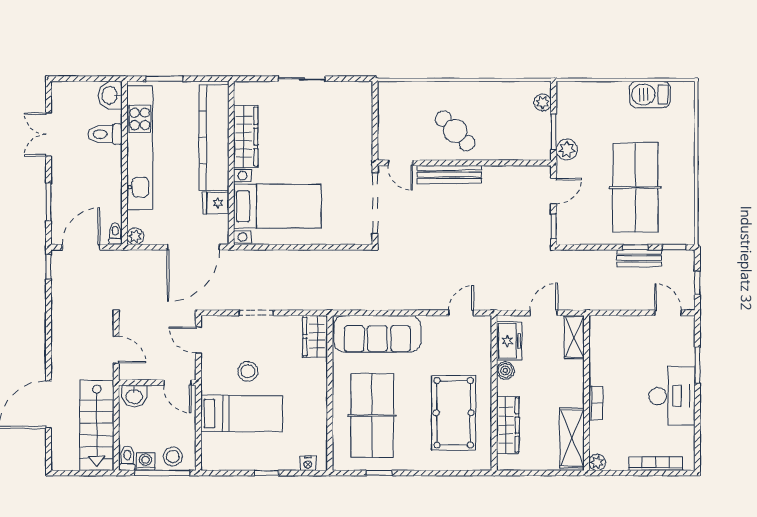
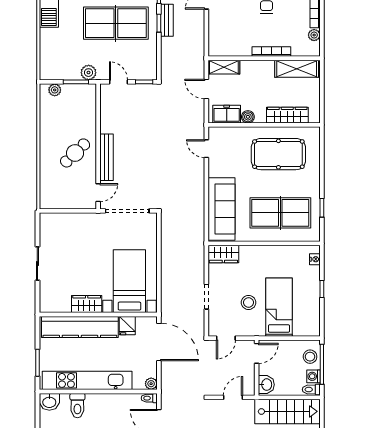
wardrobe: (246, 137) -> (87, 304), width x0.67
bookcase: (596, 403) -> (271, 52), width x1.56
plant: (597, 462) -> (314, 35), moved

